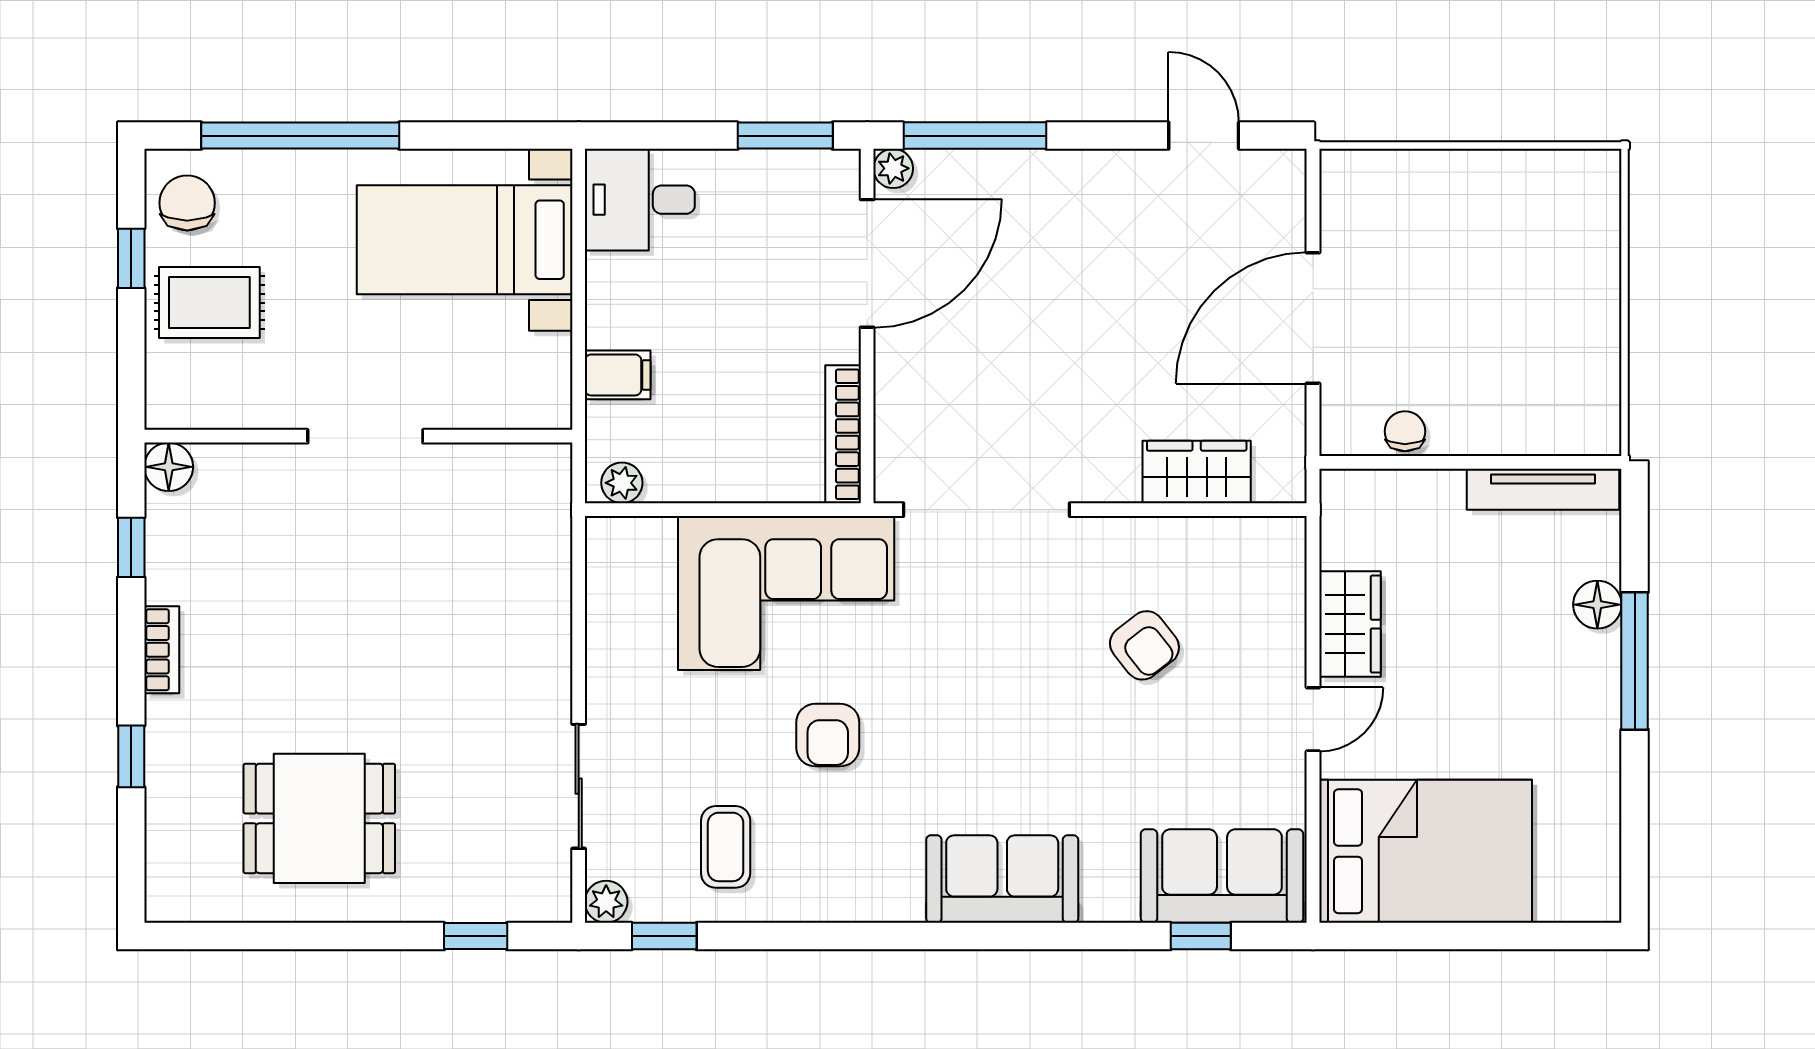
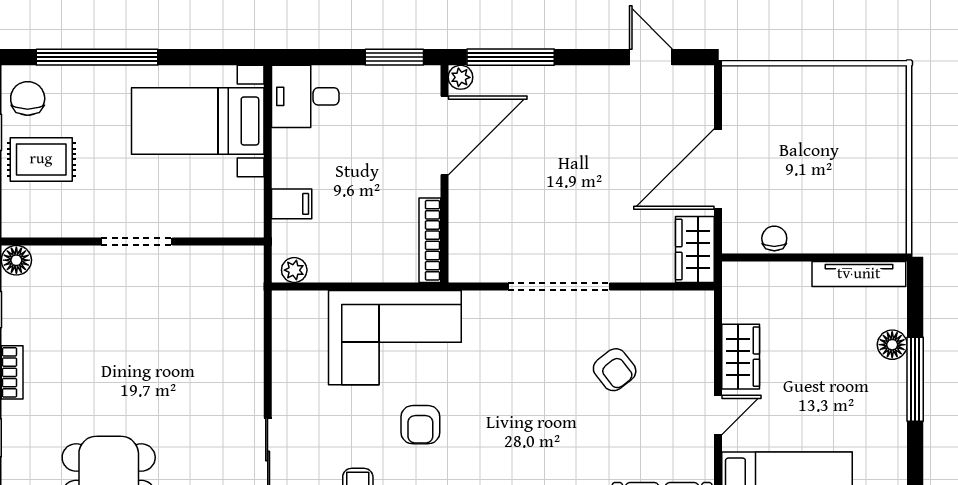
wardrobe: (1197, 472) -> (695, 250), moved, turned -90
doorway: (987, 510) -> (559, 286), moved

